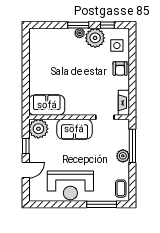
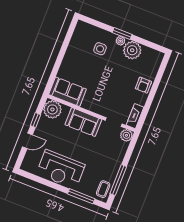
window: (107, 25) -> (147, 43), removed
side table: (117, 46) -> (100, 49), moved
window: (132, 146) -> (118, 180), moved
plant: (123, 156) -> (126, 135), moved

